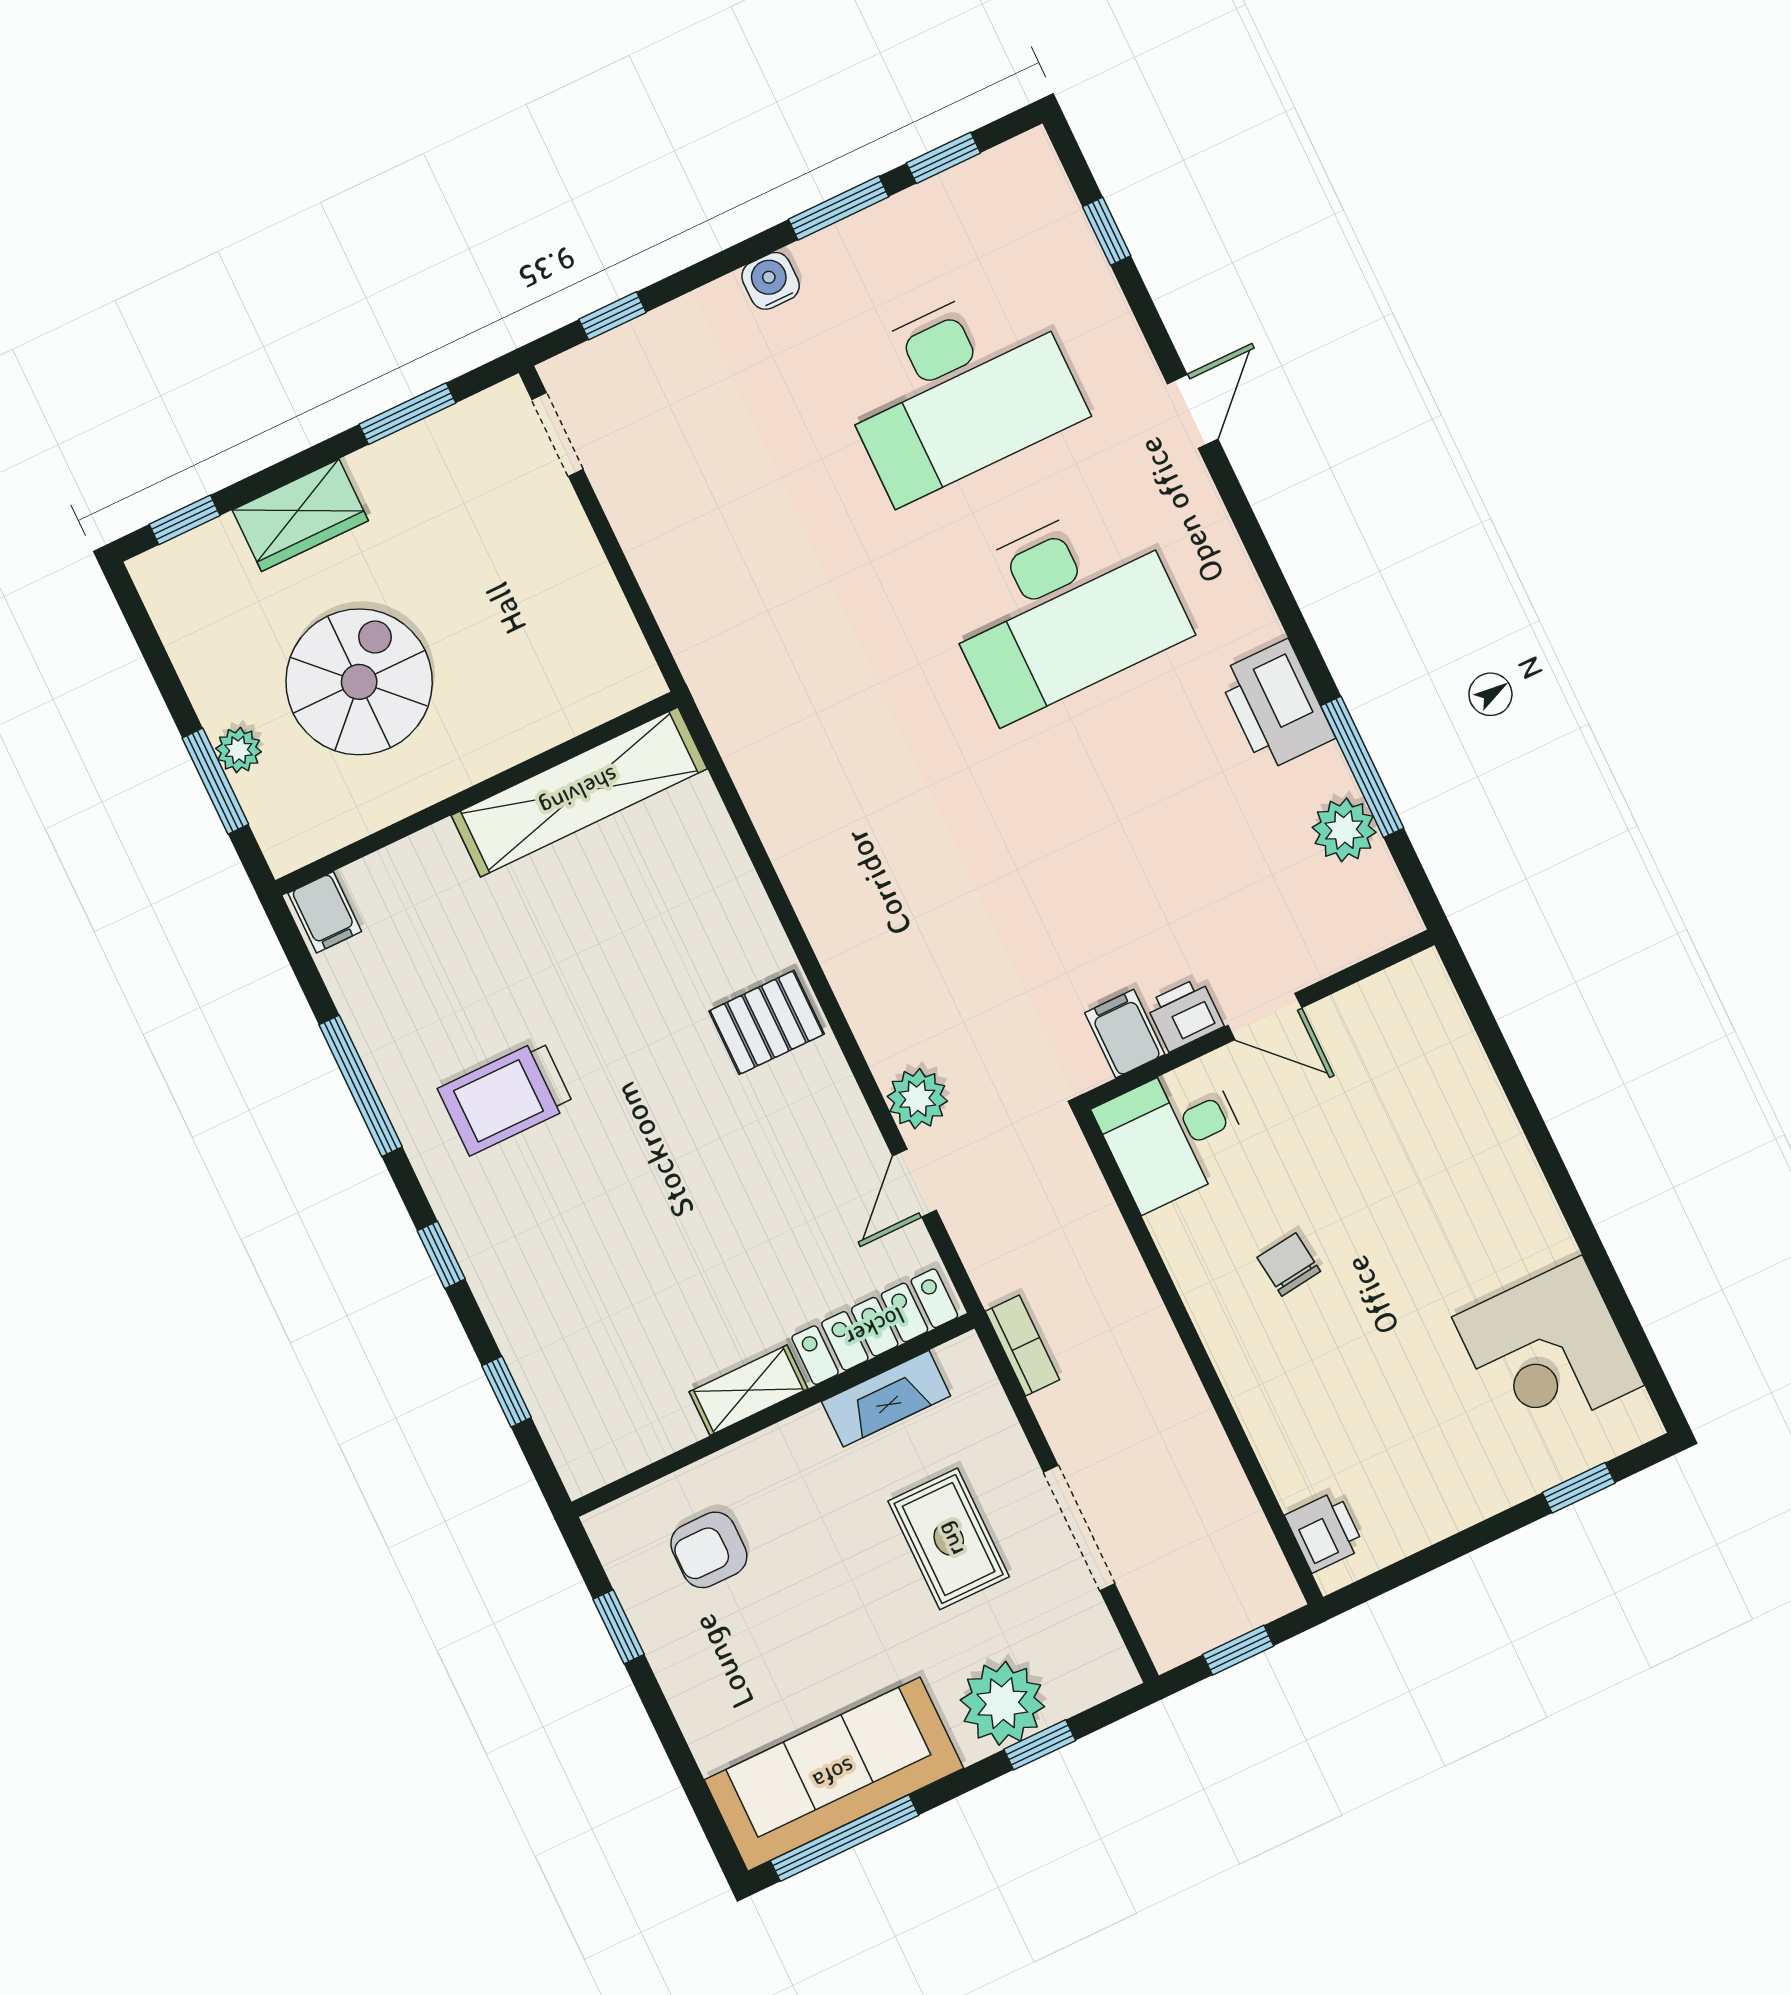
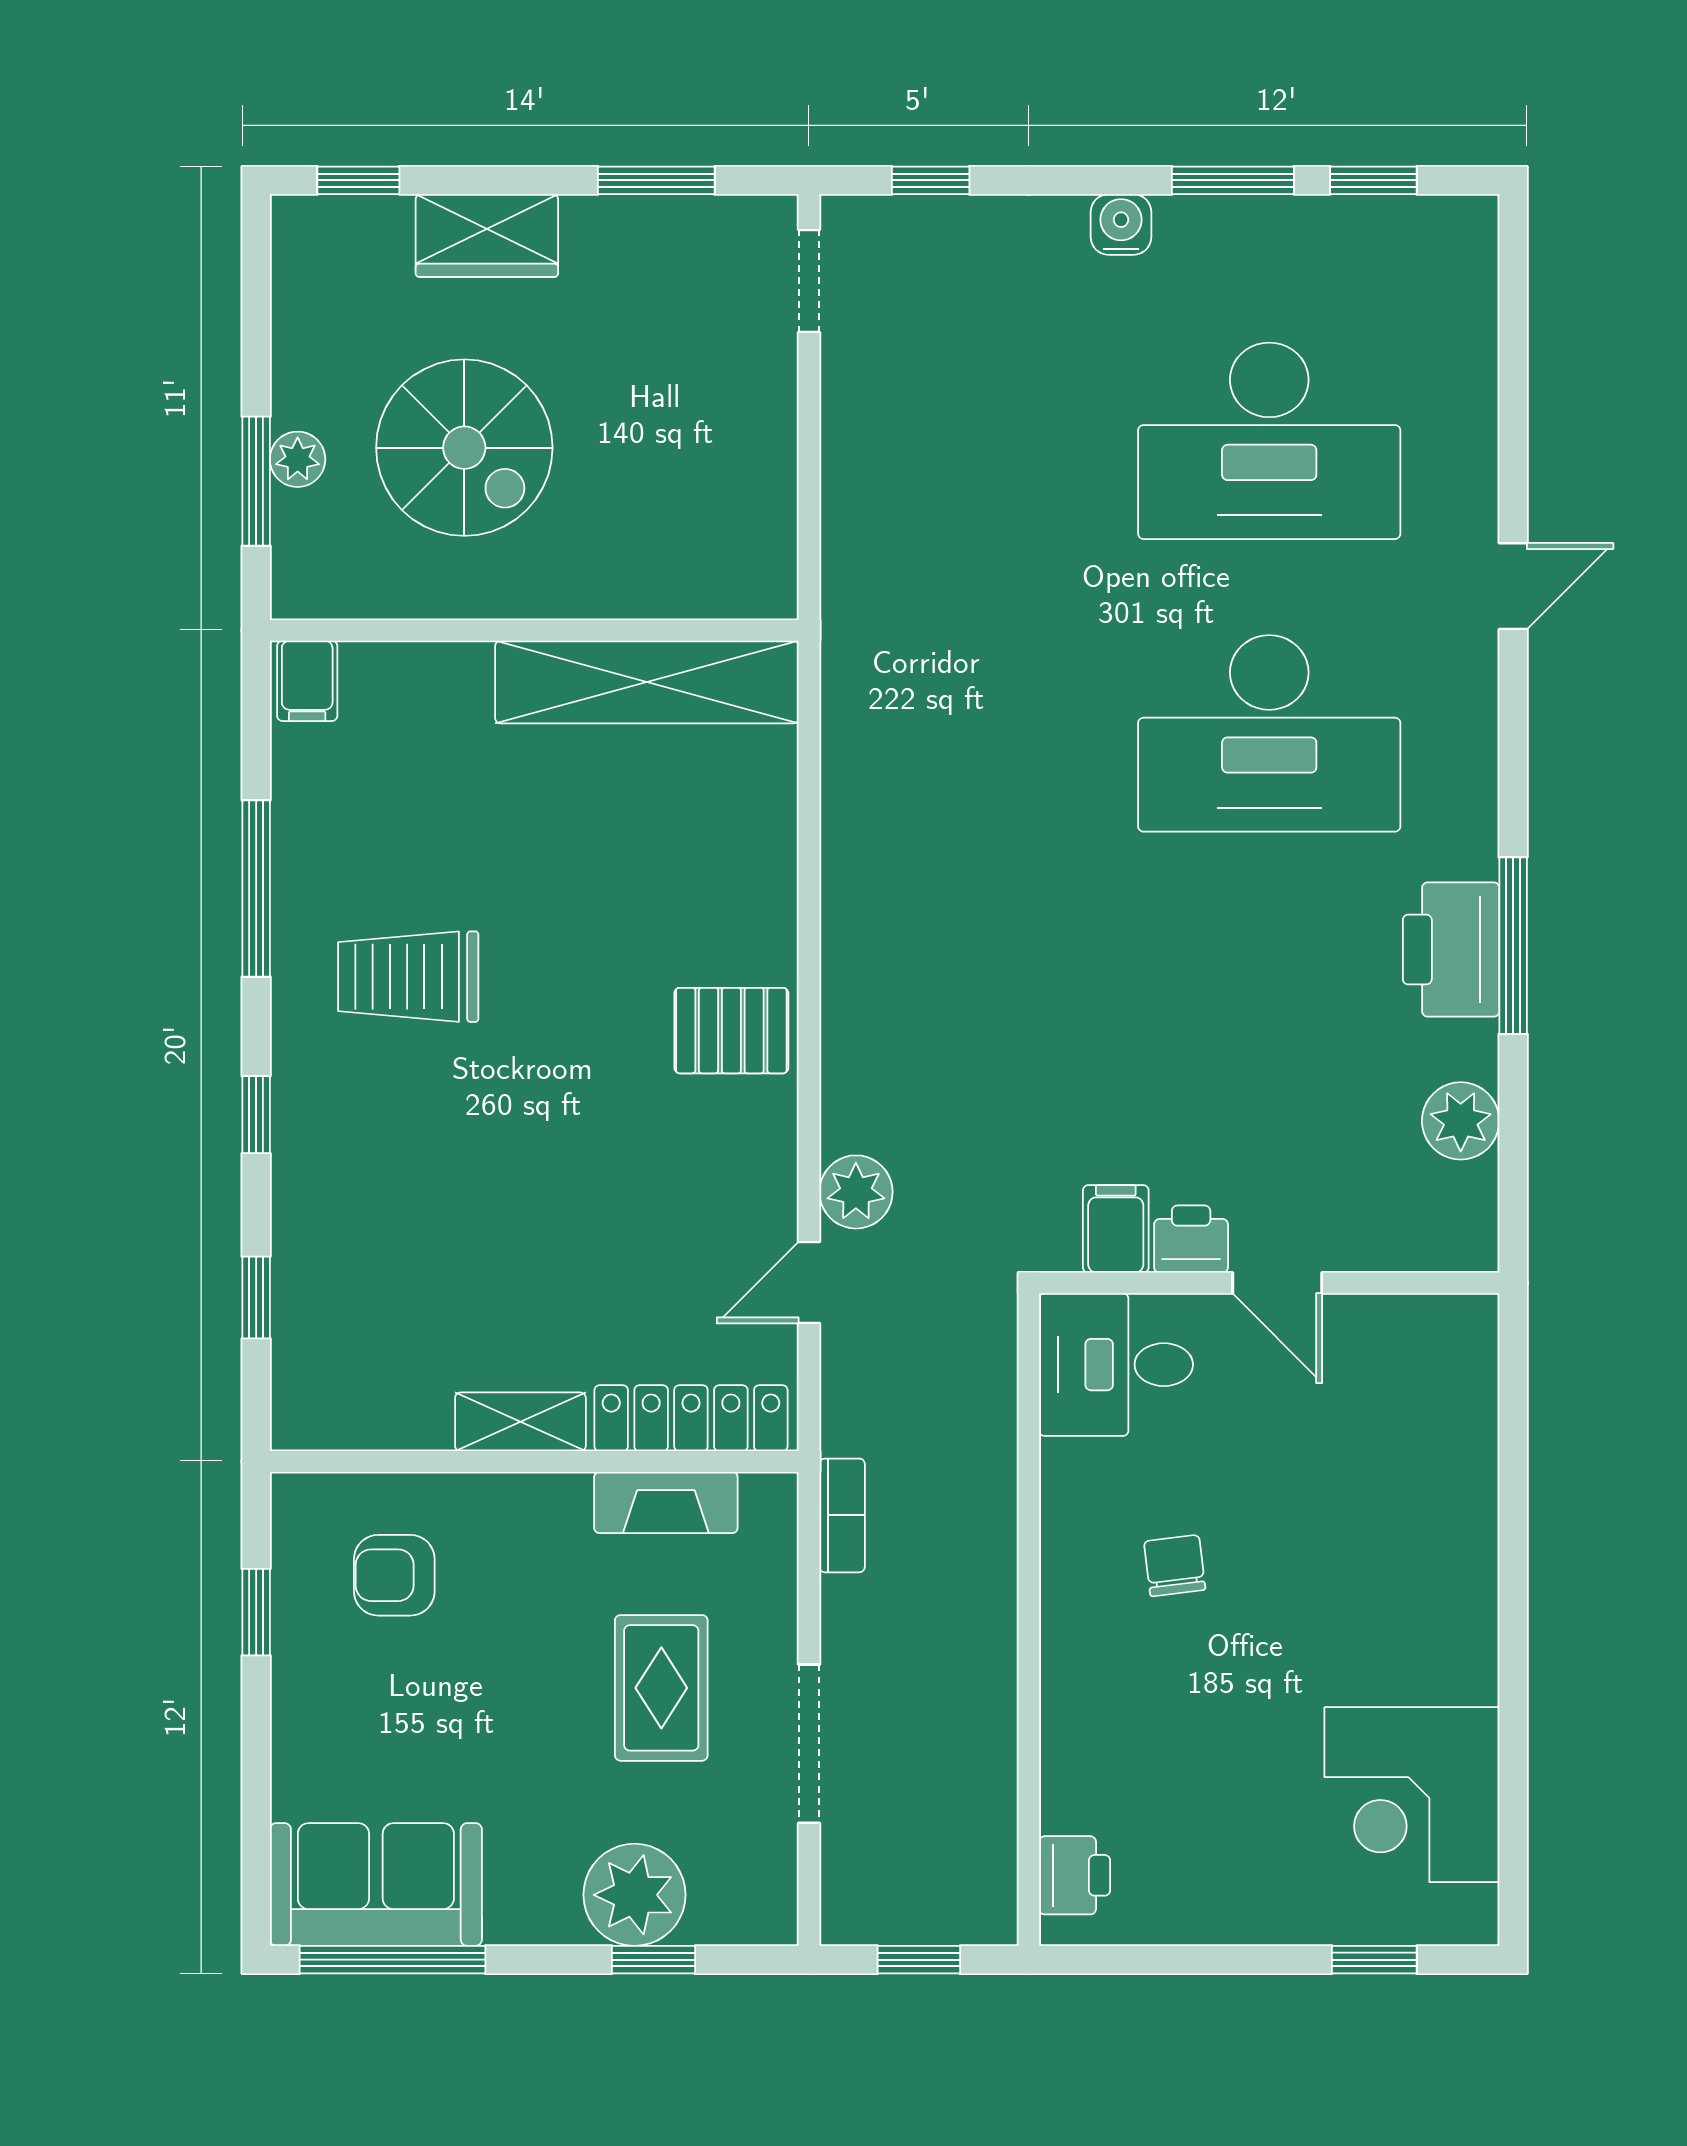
window: (1107, 231) -> (1513, 345), removed
spiral stairs: (359, 682) -> (464, 448), turned 90
window: (1362, 767) -> (1513, 946), moved
sofa: (834, 1774) -> (376, 1884), width x0.73

